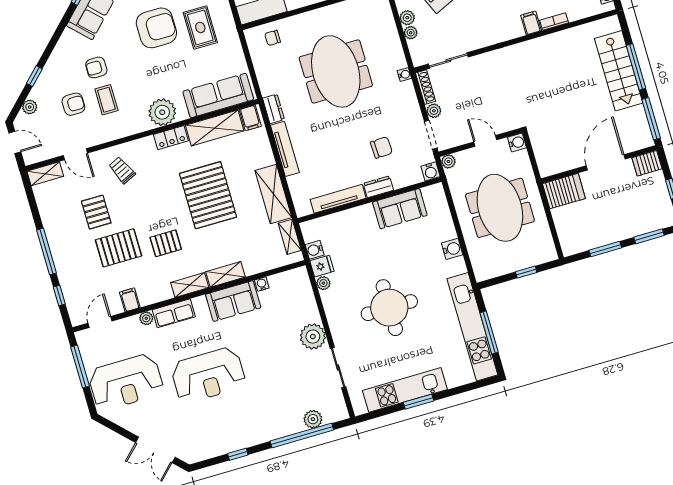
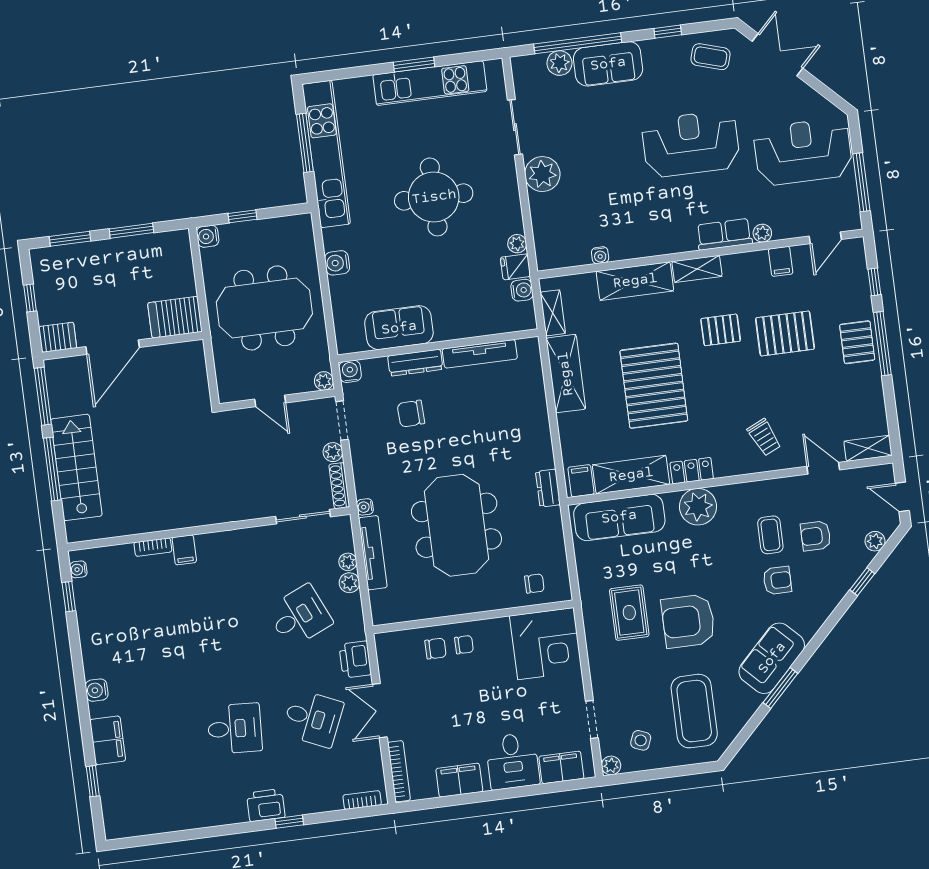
water cooler: (517, 143) -> (208, 236), moved
tv unit: (285, 149) -> (373, 553), moved, turned 180
dresser: (378, 187) -> (415, 363), width x1.44
meeting table: (500, 208) -> (264, 308), turned 90
pallet: (96, 212) -> (857, 342), moved
shelving: (225, 274) -> (635, 281), width x1.50, depth x1.33
sofa: (233, 301) -> (608, 64), moved, turned 180
coffee table: (204, 441) -> (710, 57), added

